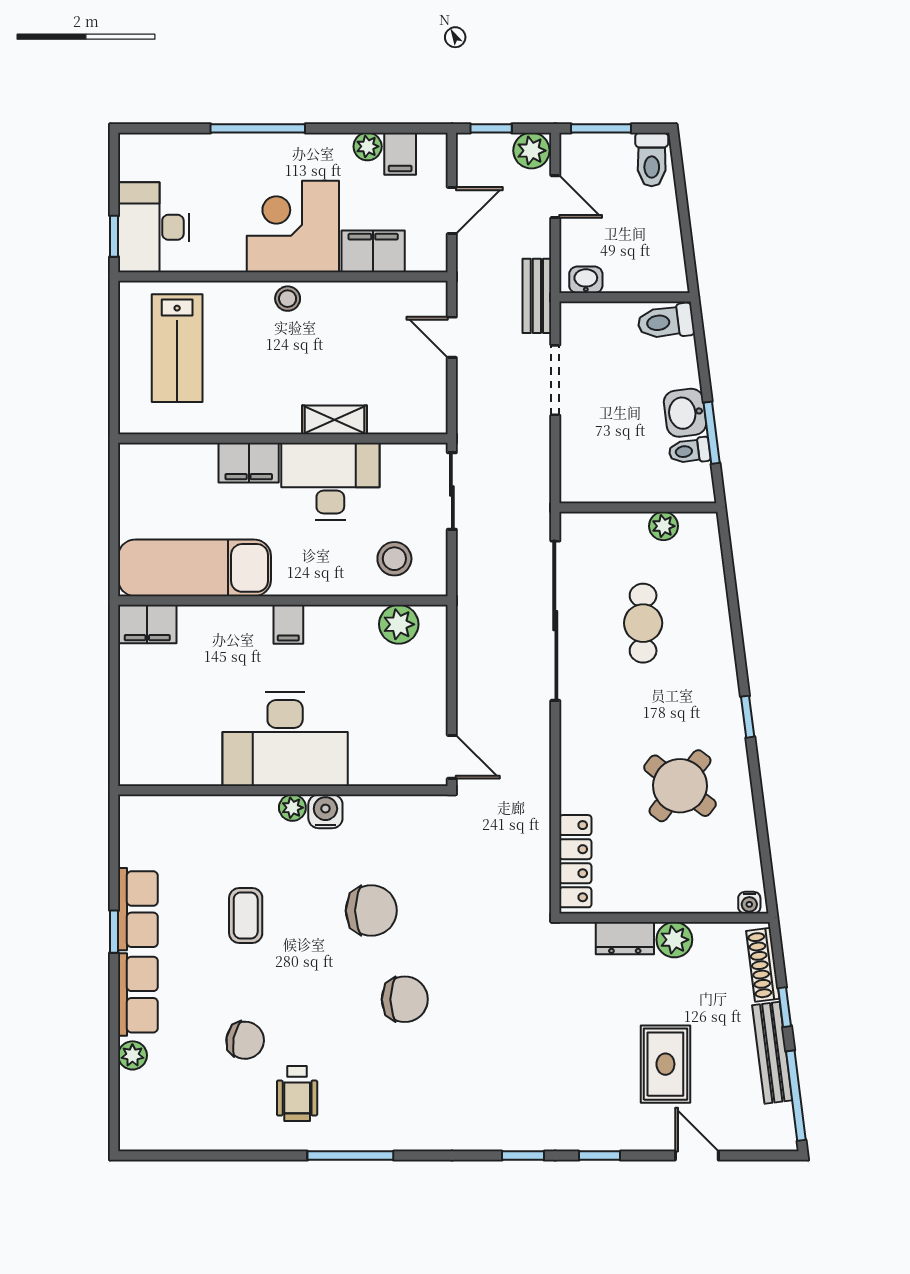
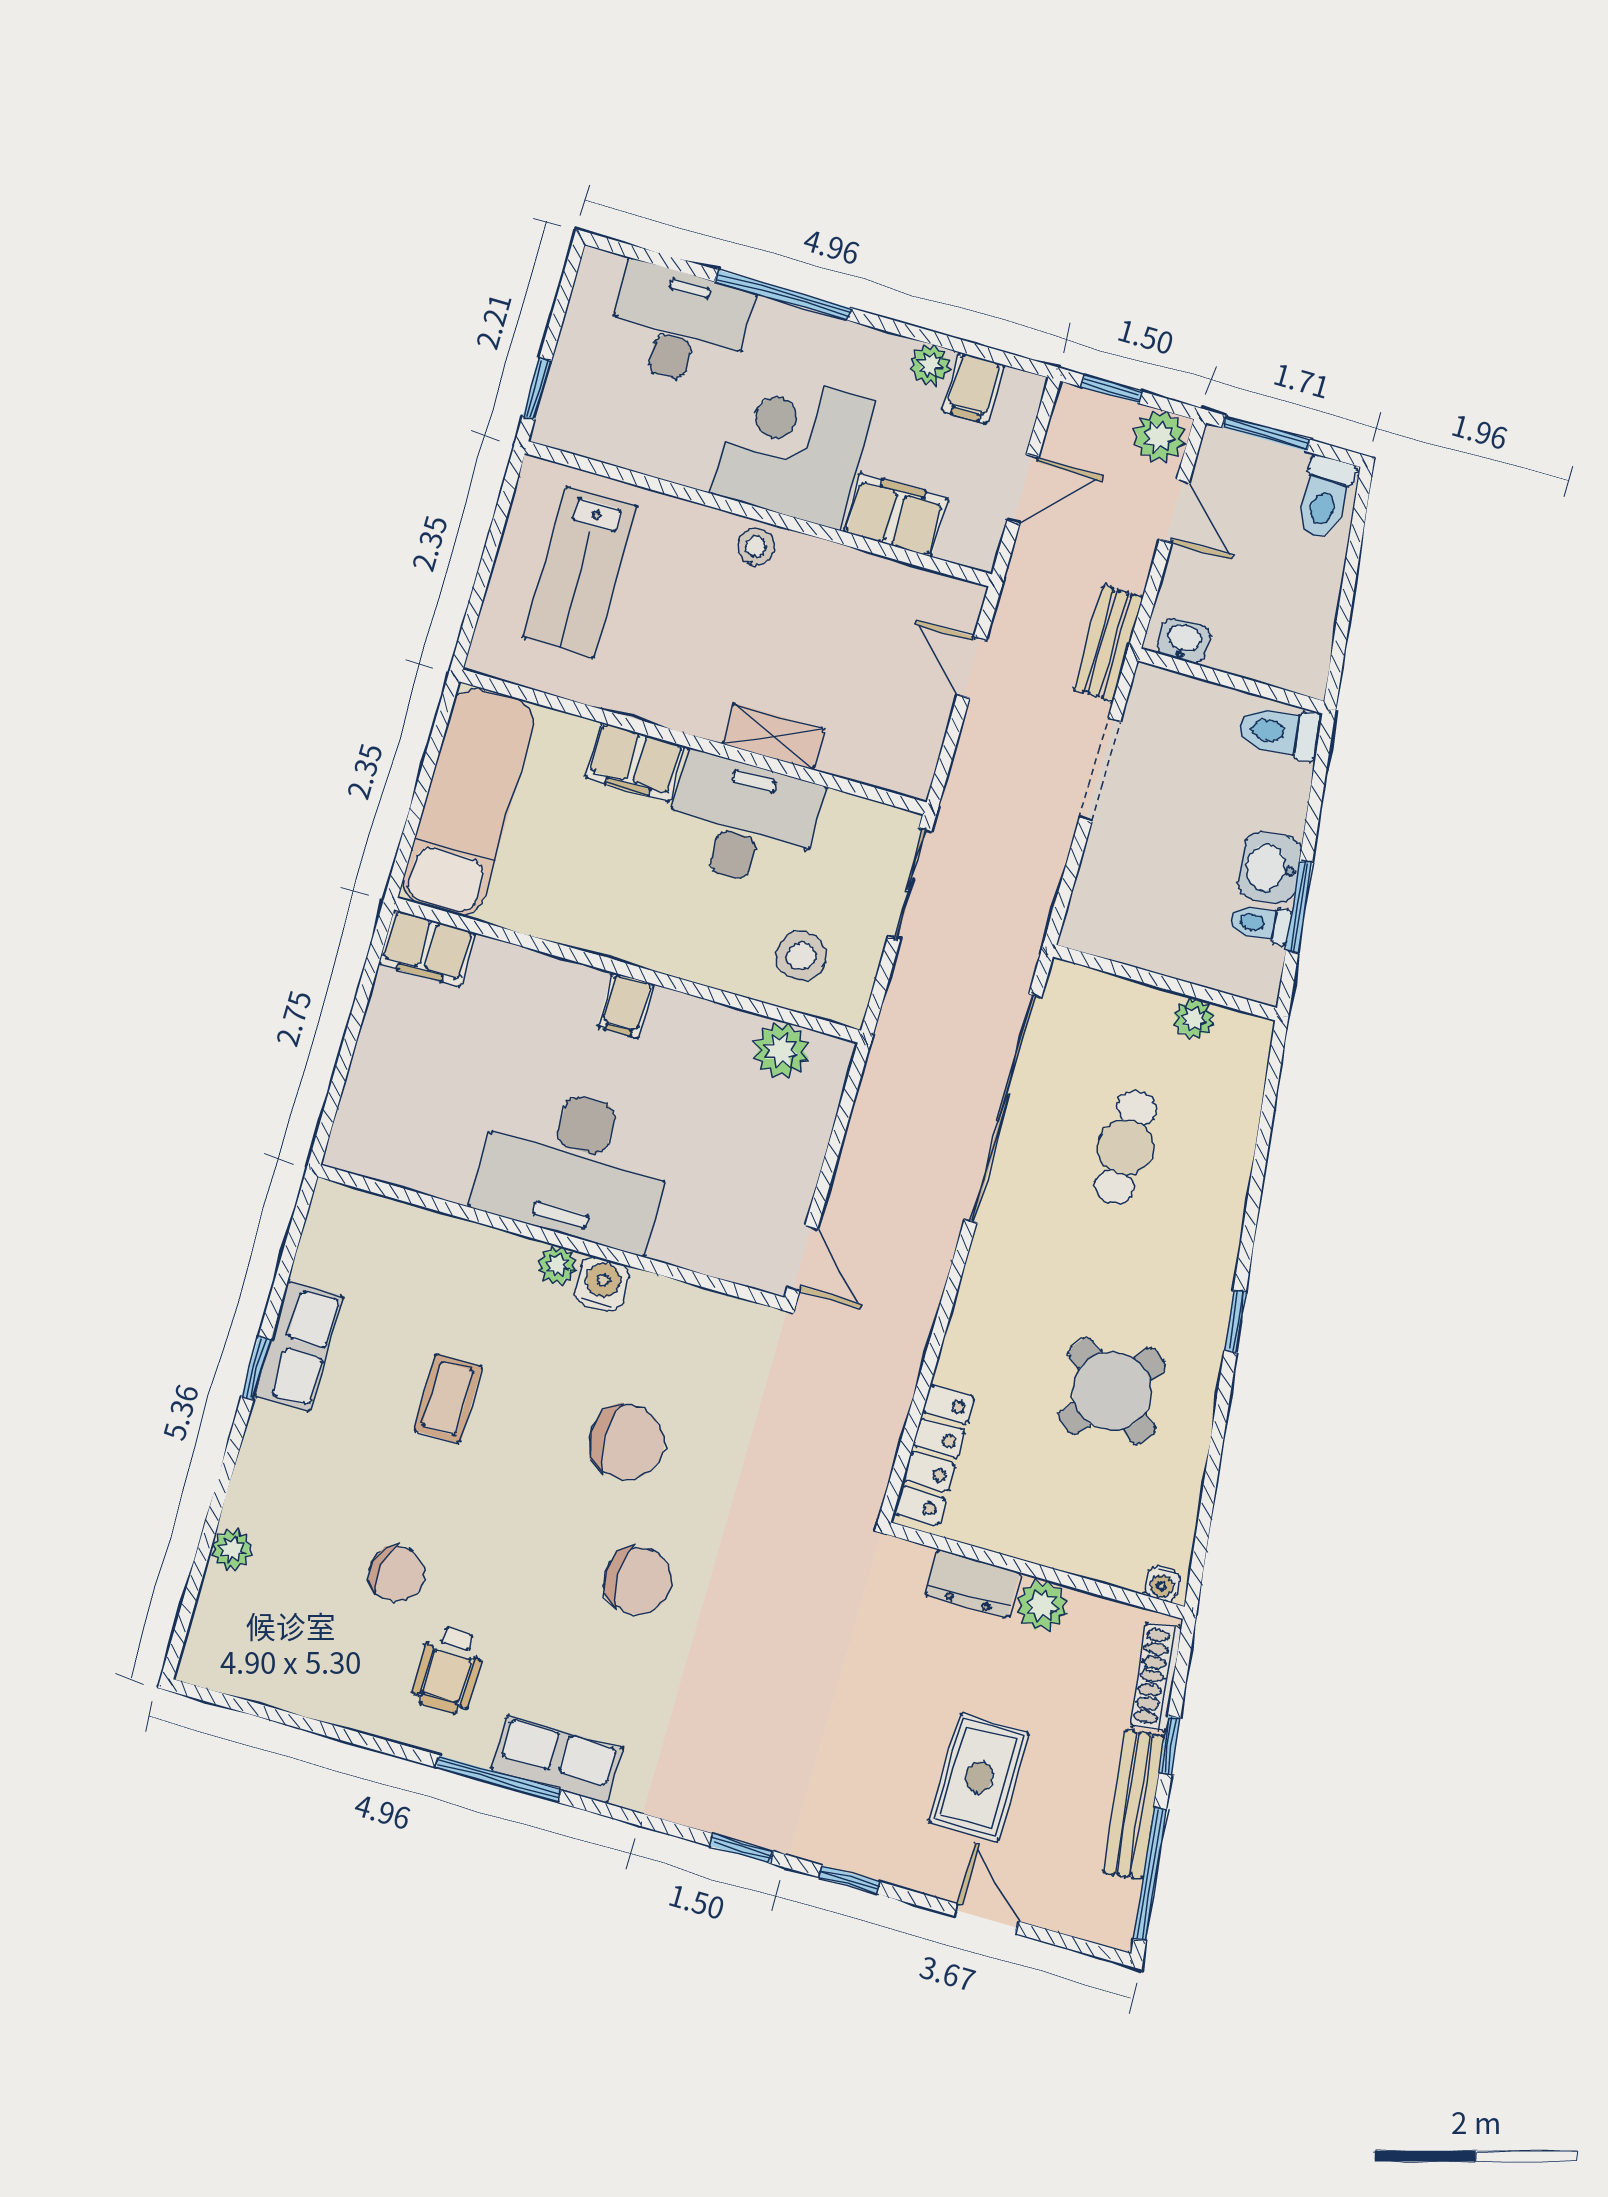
desk: (154, 227) -> (679, 326), moved, turned 90
exam couch: (195, 568) -> (468, 802), moved, turned 90
row of seats: (138, 995) -> (557, 1759), moved, turned -90

